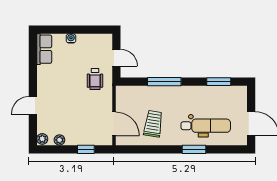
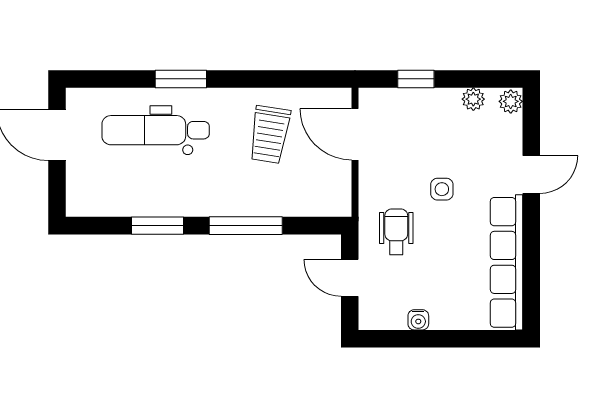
water cooler: (71, 38) -> (418, 320), moved
row of seats: (44, 49) -> (507, 262), width x2.02
window: (219, 82) -> (157, 226), moved
side table: (74, 99) -> (442, 189), added

